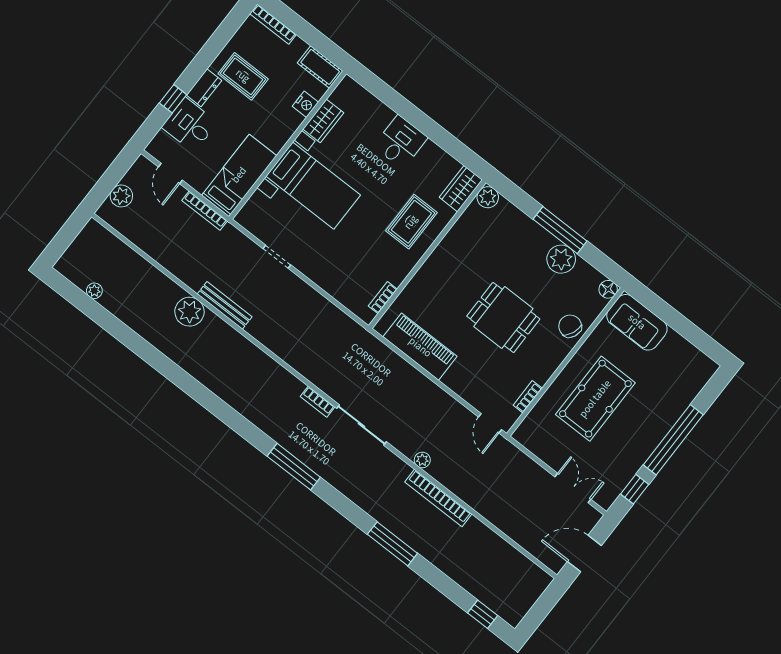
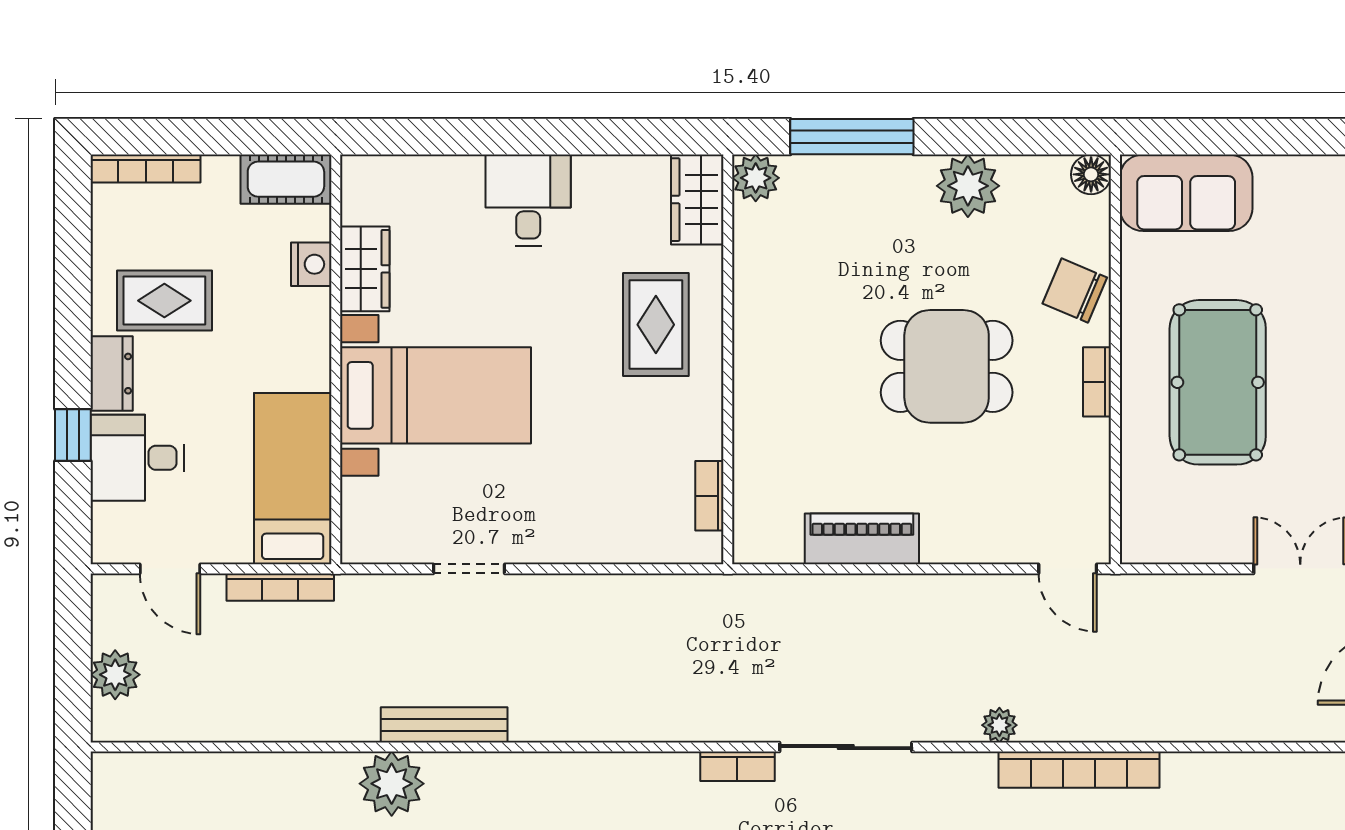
window: (560, 230) -> (852, 137), moved
piano: (420, 347) -> (862, 539), width x0.73, depth x0.75
bookcase: (528, 397) -> (1097, 382), moved

